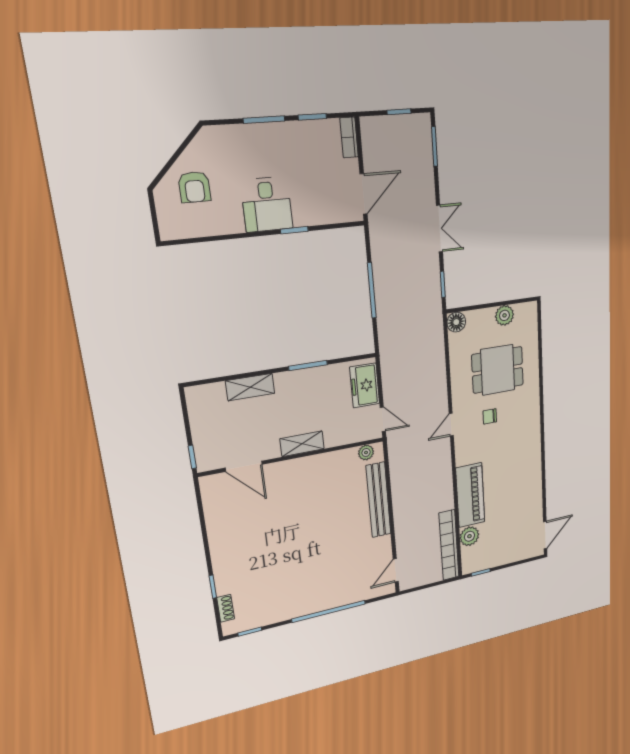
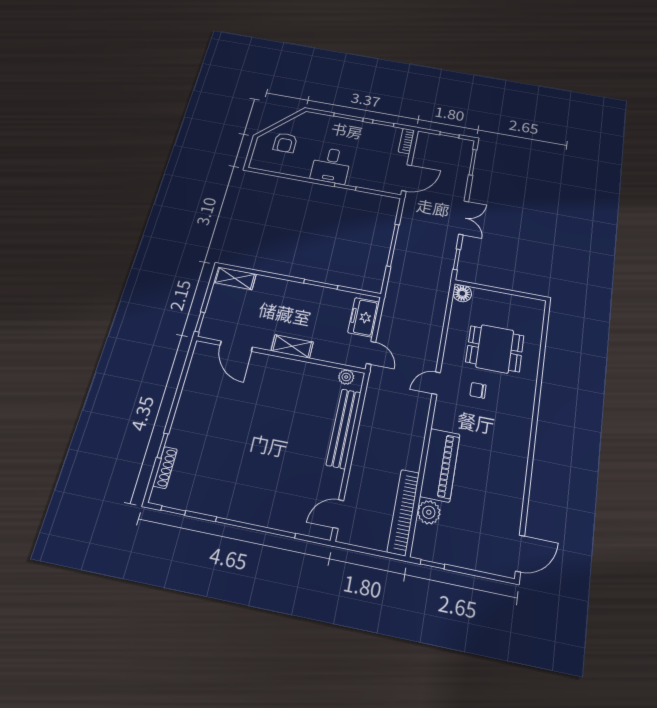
plant: (504, 315) -> (511, 303), removed
shelving: (250, 387) -> (235, 278), moved
shoe rack: (226, 608) -> (165, 468), width x1.43

